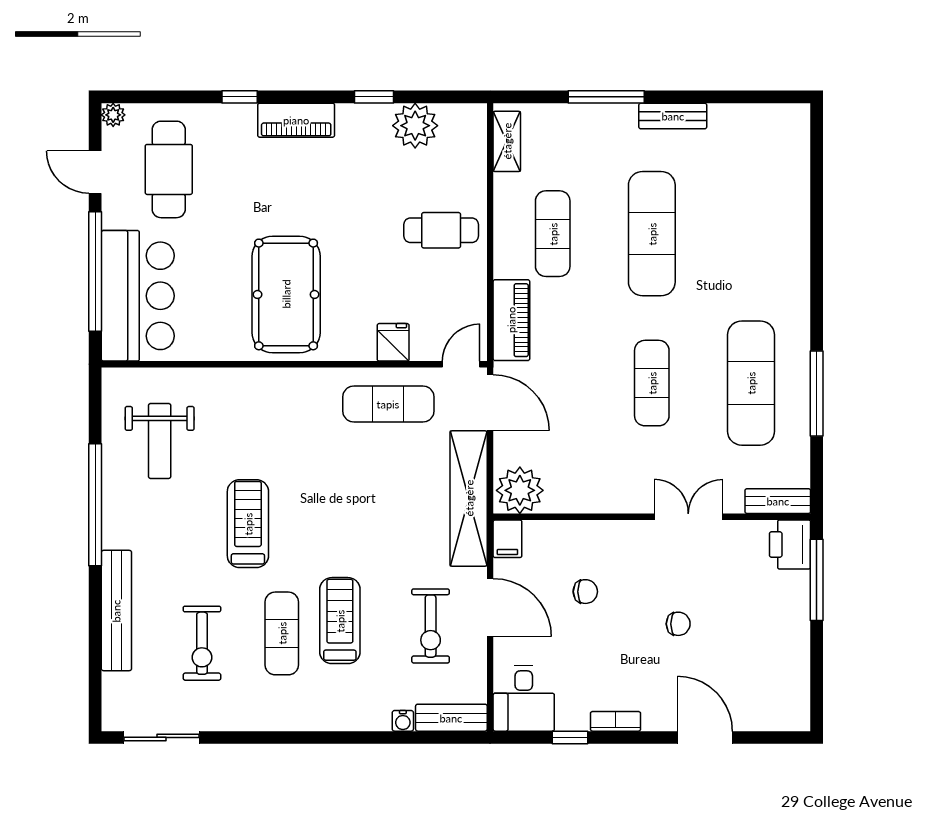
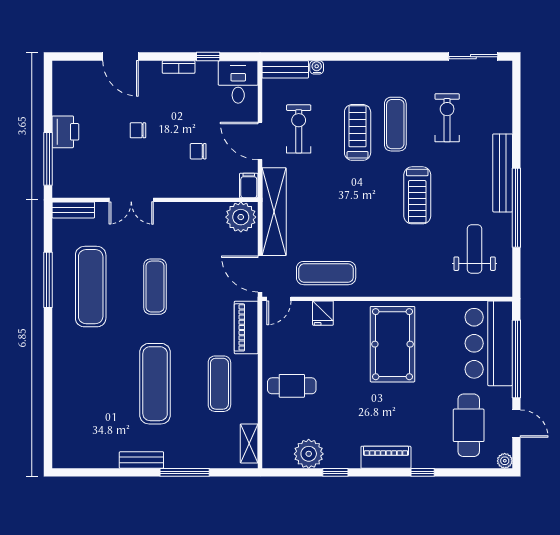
printer: (790, 544) -> (65, 132), moved
bench: (116, 611) -> (503, 173), moved
treadmill: (340, 621) -> (358, 132), turned 180

